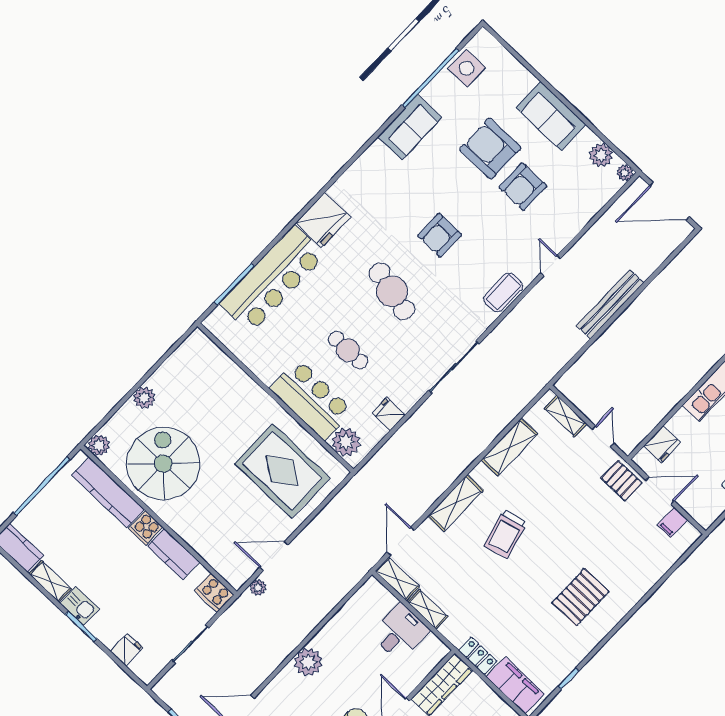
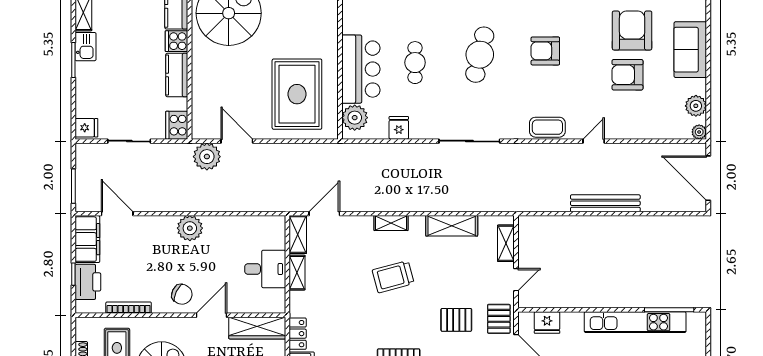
shelving: (456, 503) -> (391, 223), width x0.67, depth x0.75
pallet: (589, 516) -> (456, 320), added
plant: (258, 588) -> (207, 157), width x1.88, depth x1.88
fridge: (127, 650) -> (86, 128), moved

